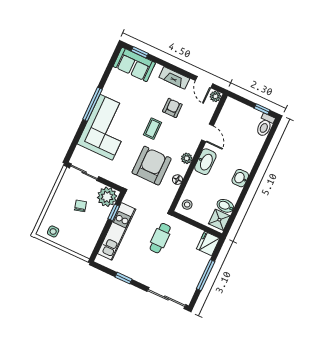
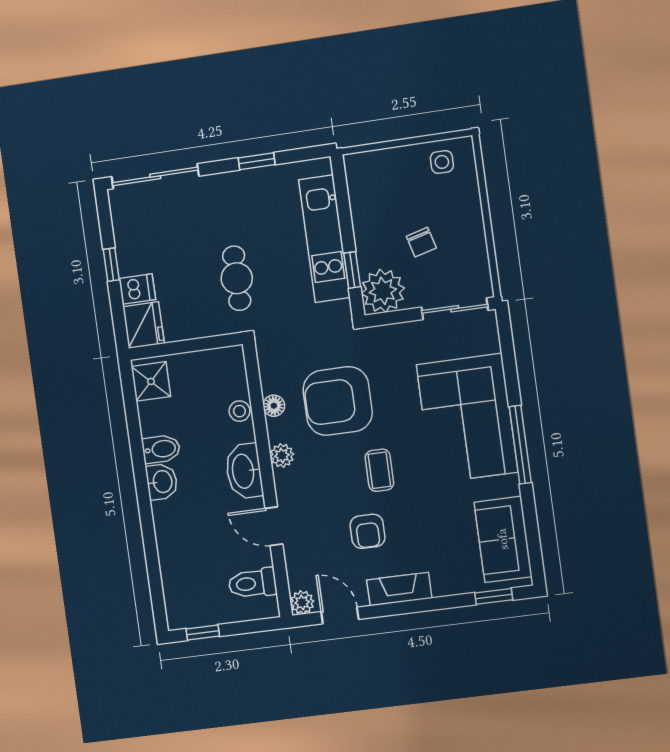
sofa: (134, 65) -> (503, 539), moved, turned -90
toilet: (265, 125) -> (252, 583), moved, turned -90
armchair: (152, 166) -> (338, 401), turned 90
stool: (187, 205) -> (239, 411), moved
bidet: (225, 206) -> (161, 449), moved
dishwasher: (202, 259) -> (137, 289), added
window: (206, 275) -> (111, 265), width x0.46

